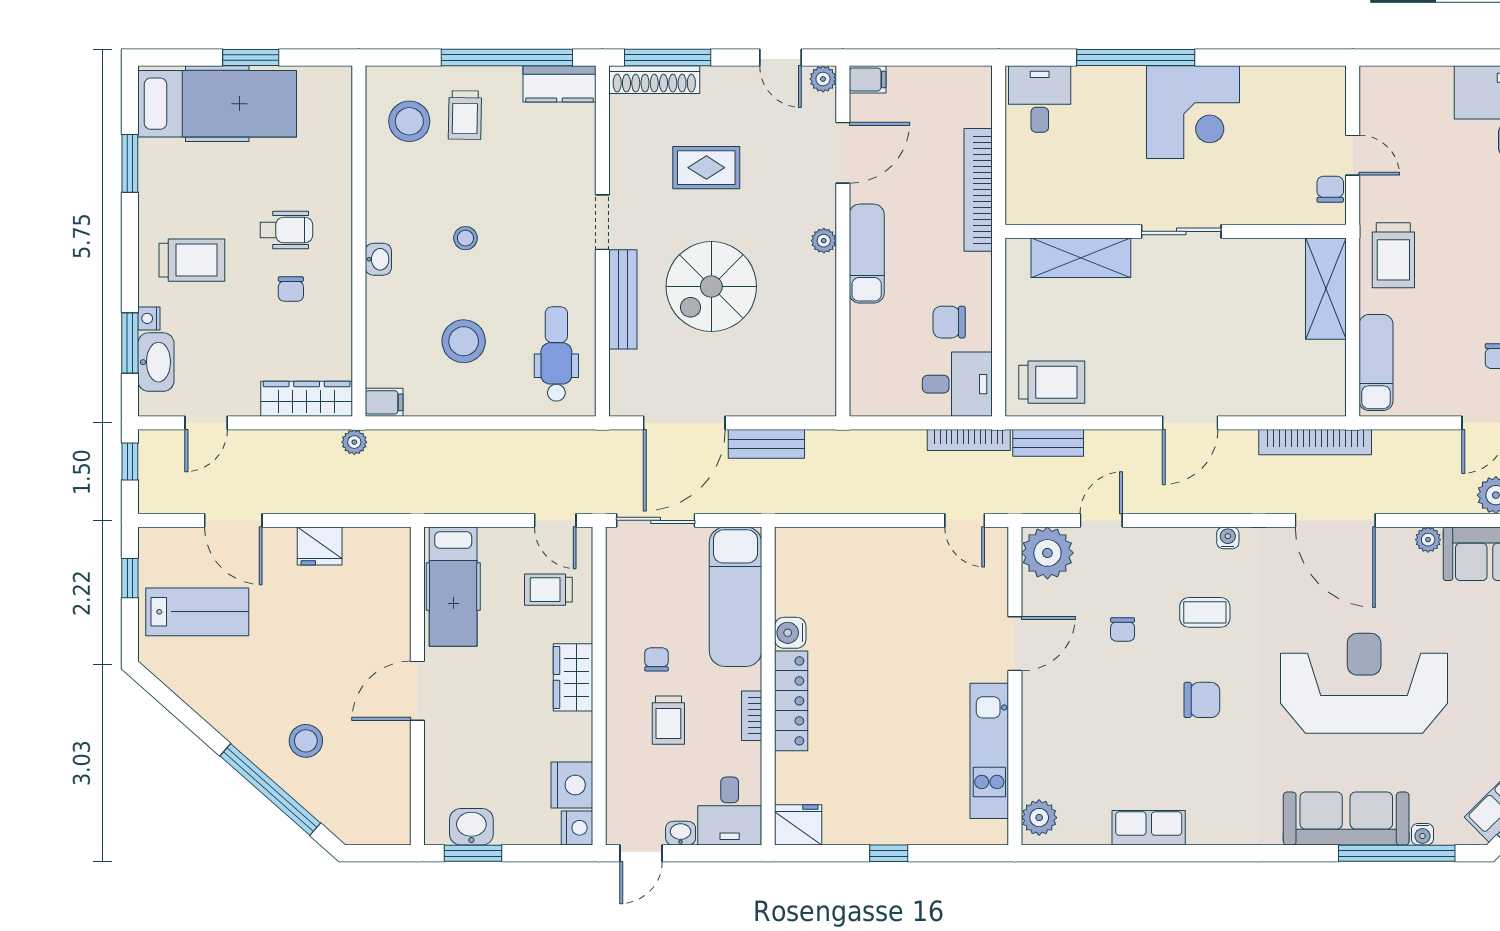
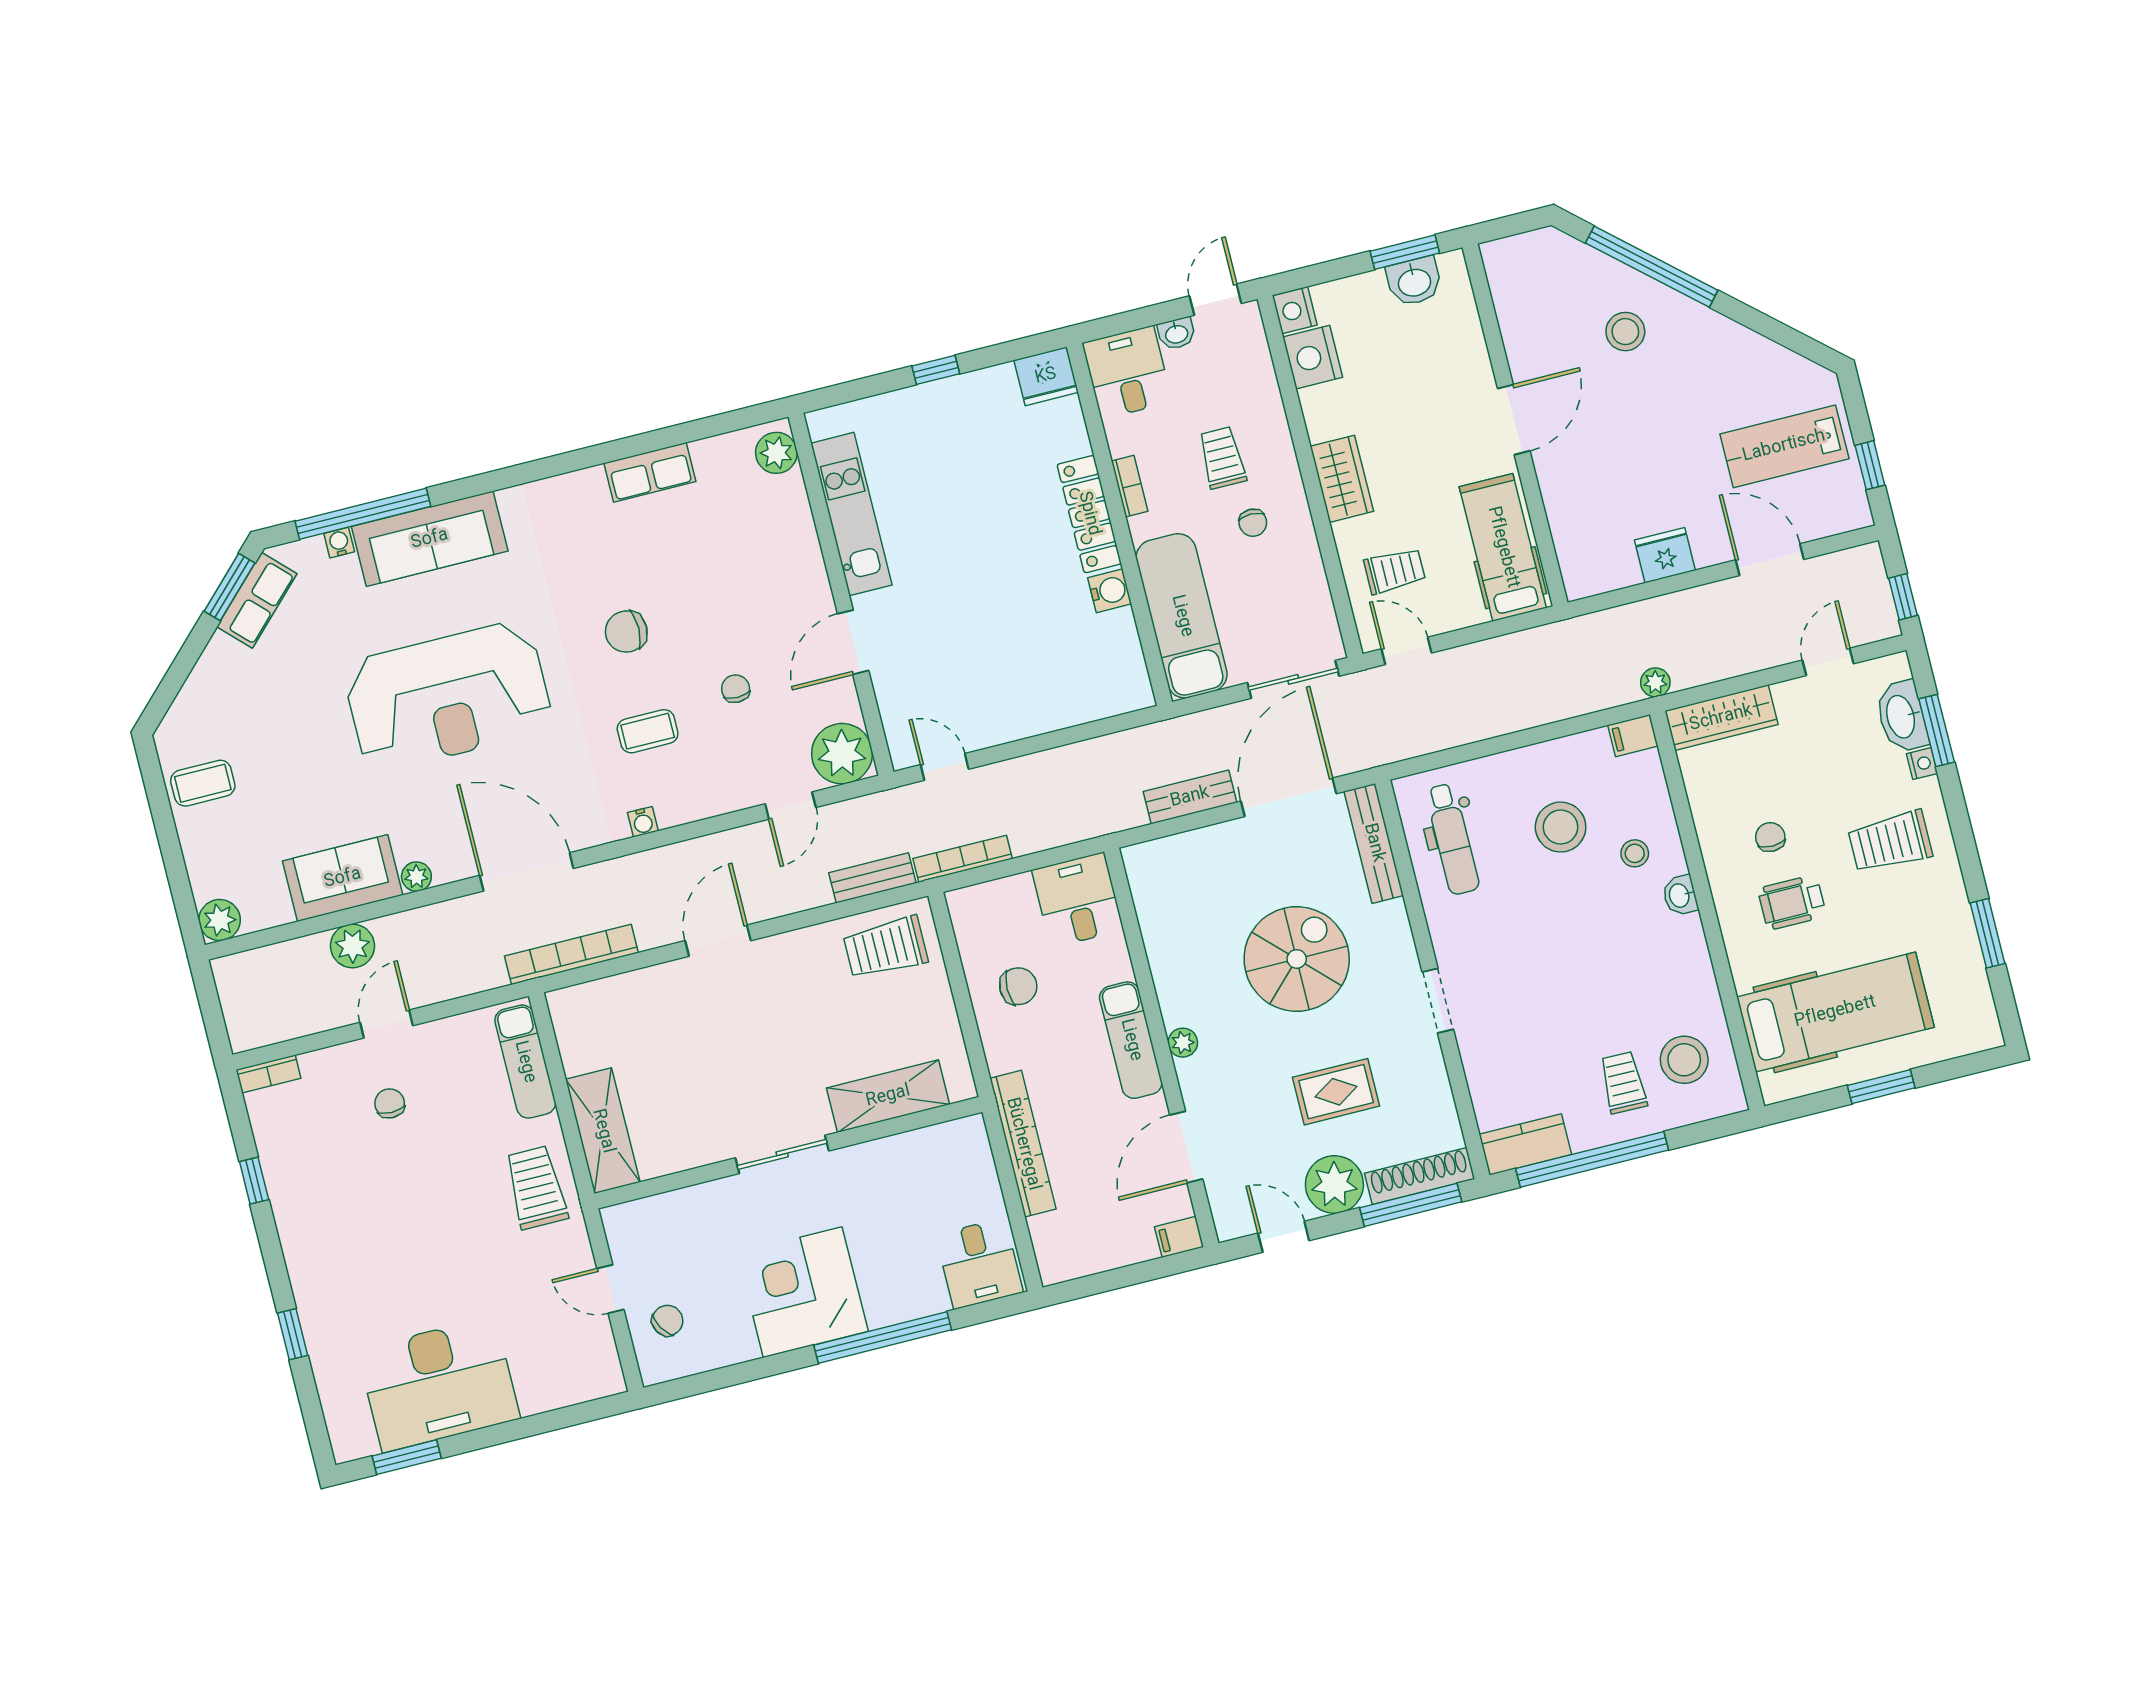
plant: (823, 79) -> (1334, 1184), moved, width x1.88, depth x1.88
hospital bed: (217, 104) -> (1835, 1012), moved, turned 180
chair: (1330, 189) -> (667, 1321), moved, turned -121
stool: (465, 238) -> (1635, 853), moved
bench: (623, 299) -> (1374, 843), moved
desk: (957, 384) -> (1078, 900), moved, turned 90

